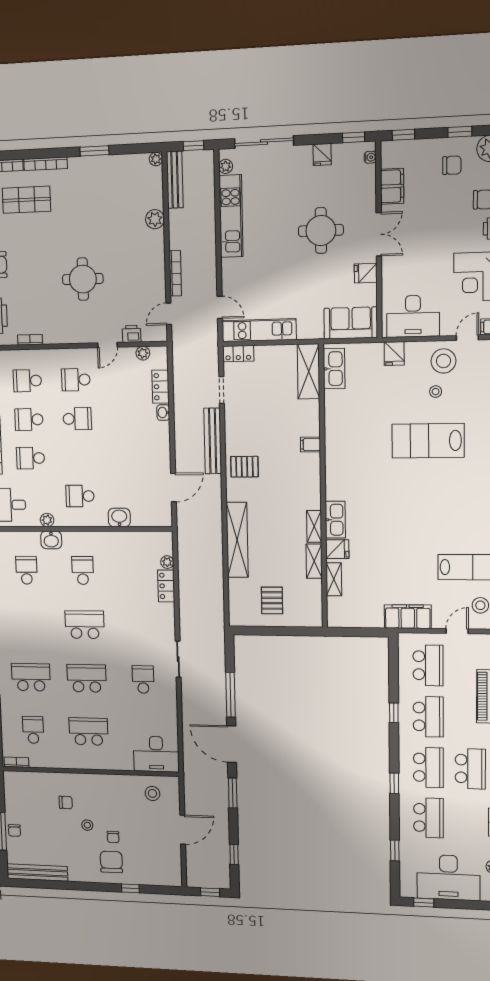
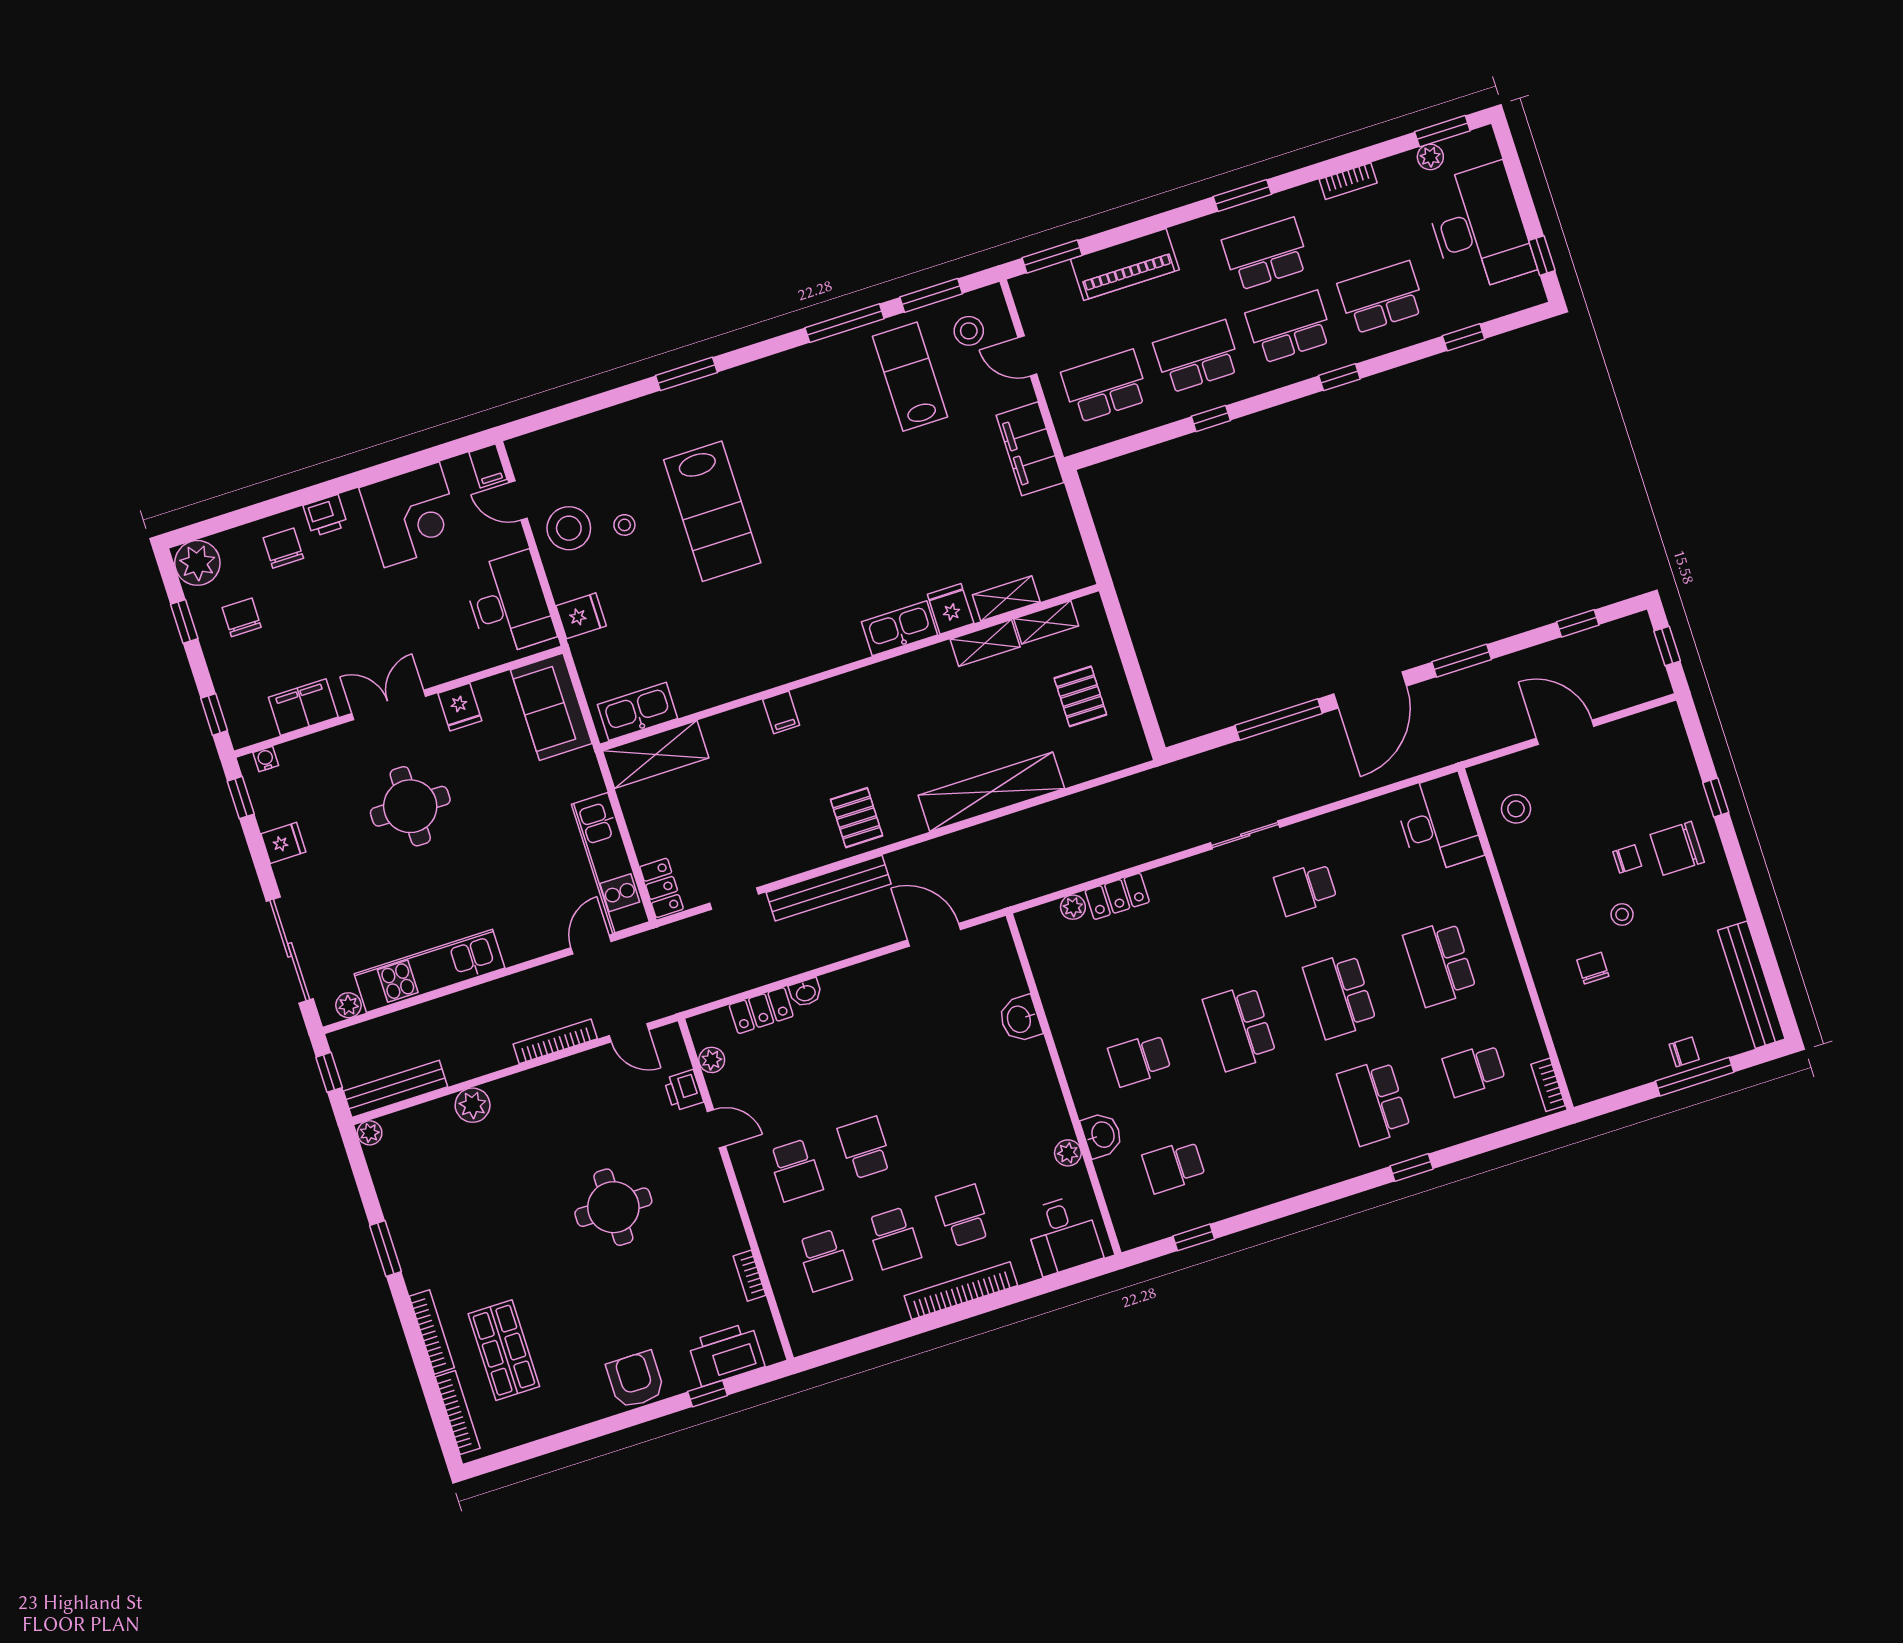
school desk: (31, 458) -> (963, 1216), turned 180
school desk: (80, 496) -> (1004, 1103), removed
shelving: (314, 526) -> (1046, 622), moved
pallet: (272, 600) -> (1080, 696), turned 90

